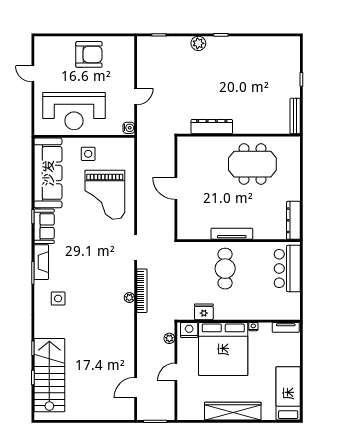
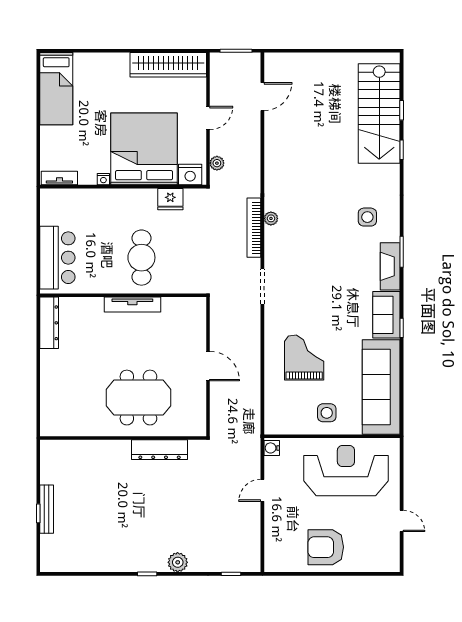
bench: (295, 116) -> (47, 509), moved
meeting table: (252, 164) -> (138, 398), moved
grand piano: (105, 195) -> (304, 358), width x0.73, depth x0.68
wardrobe: (233, 411) -> (168, 65), moved

